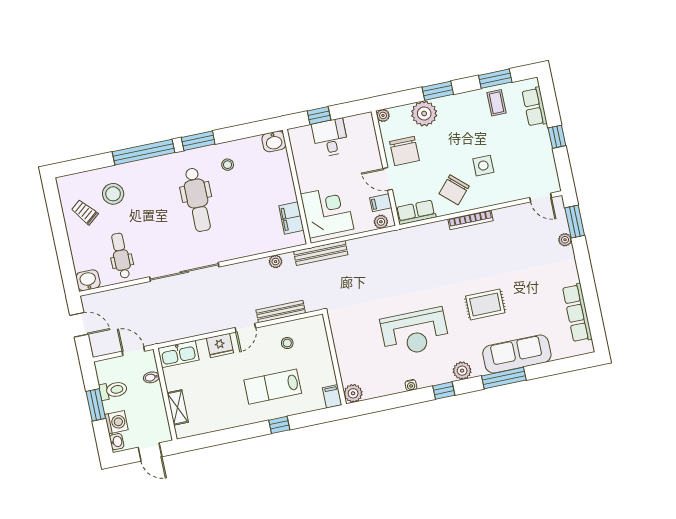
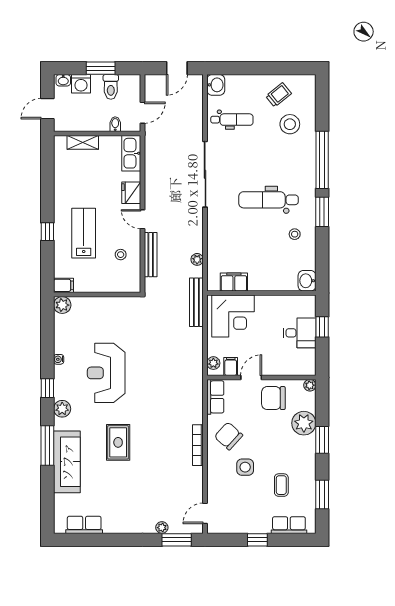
coffee table: (497, 103) -> (281, 485), moved, turned 90
row of seats: (577, 313) -> (84, 525), width x0.68

